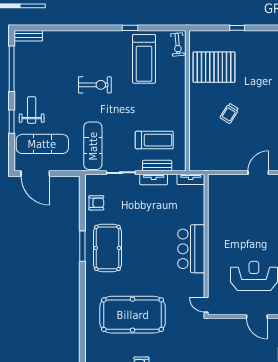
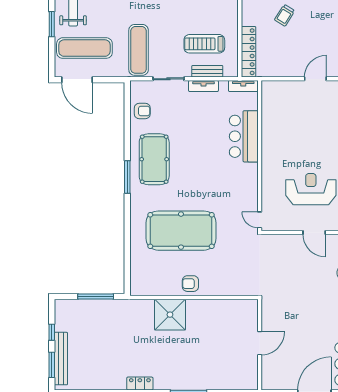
treadmill: (154, 140) -> (204, 44), turned 180
locker: (196, 147) -> (249, 52), added
window: (82, 246) -> (127, 177), moved
bar counter: (191, 249) -> (244, 136), moved

